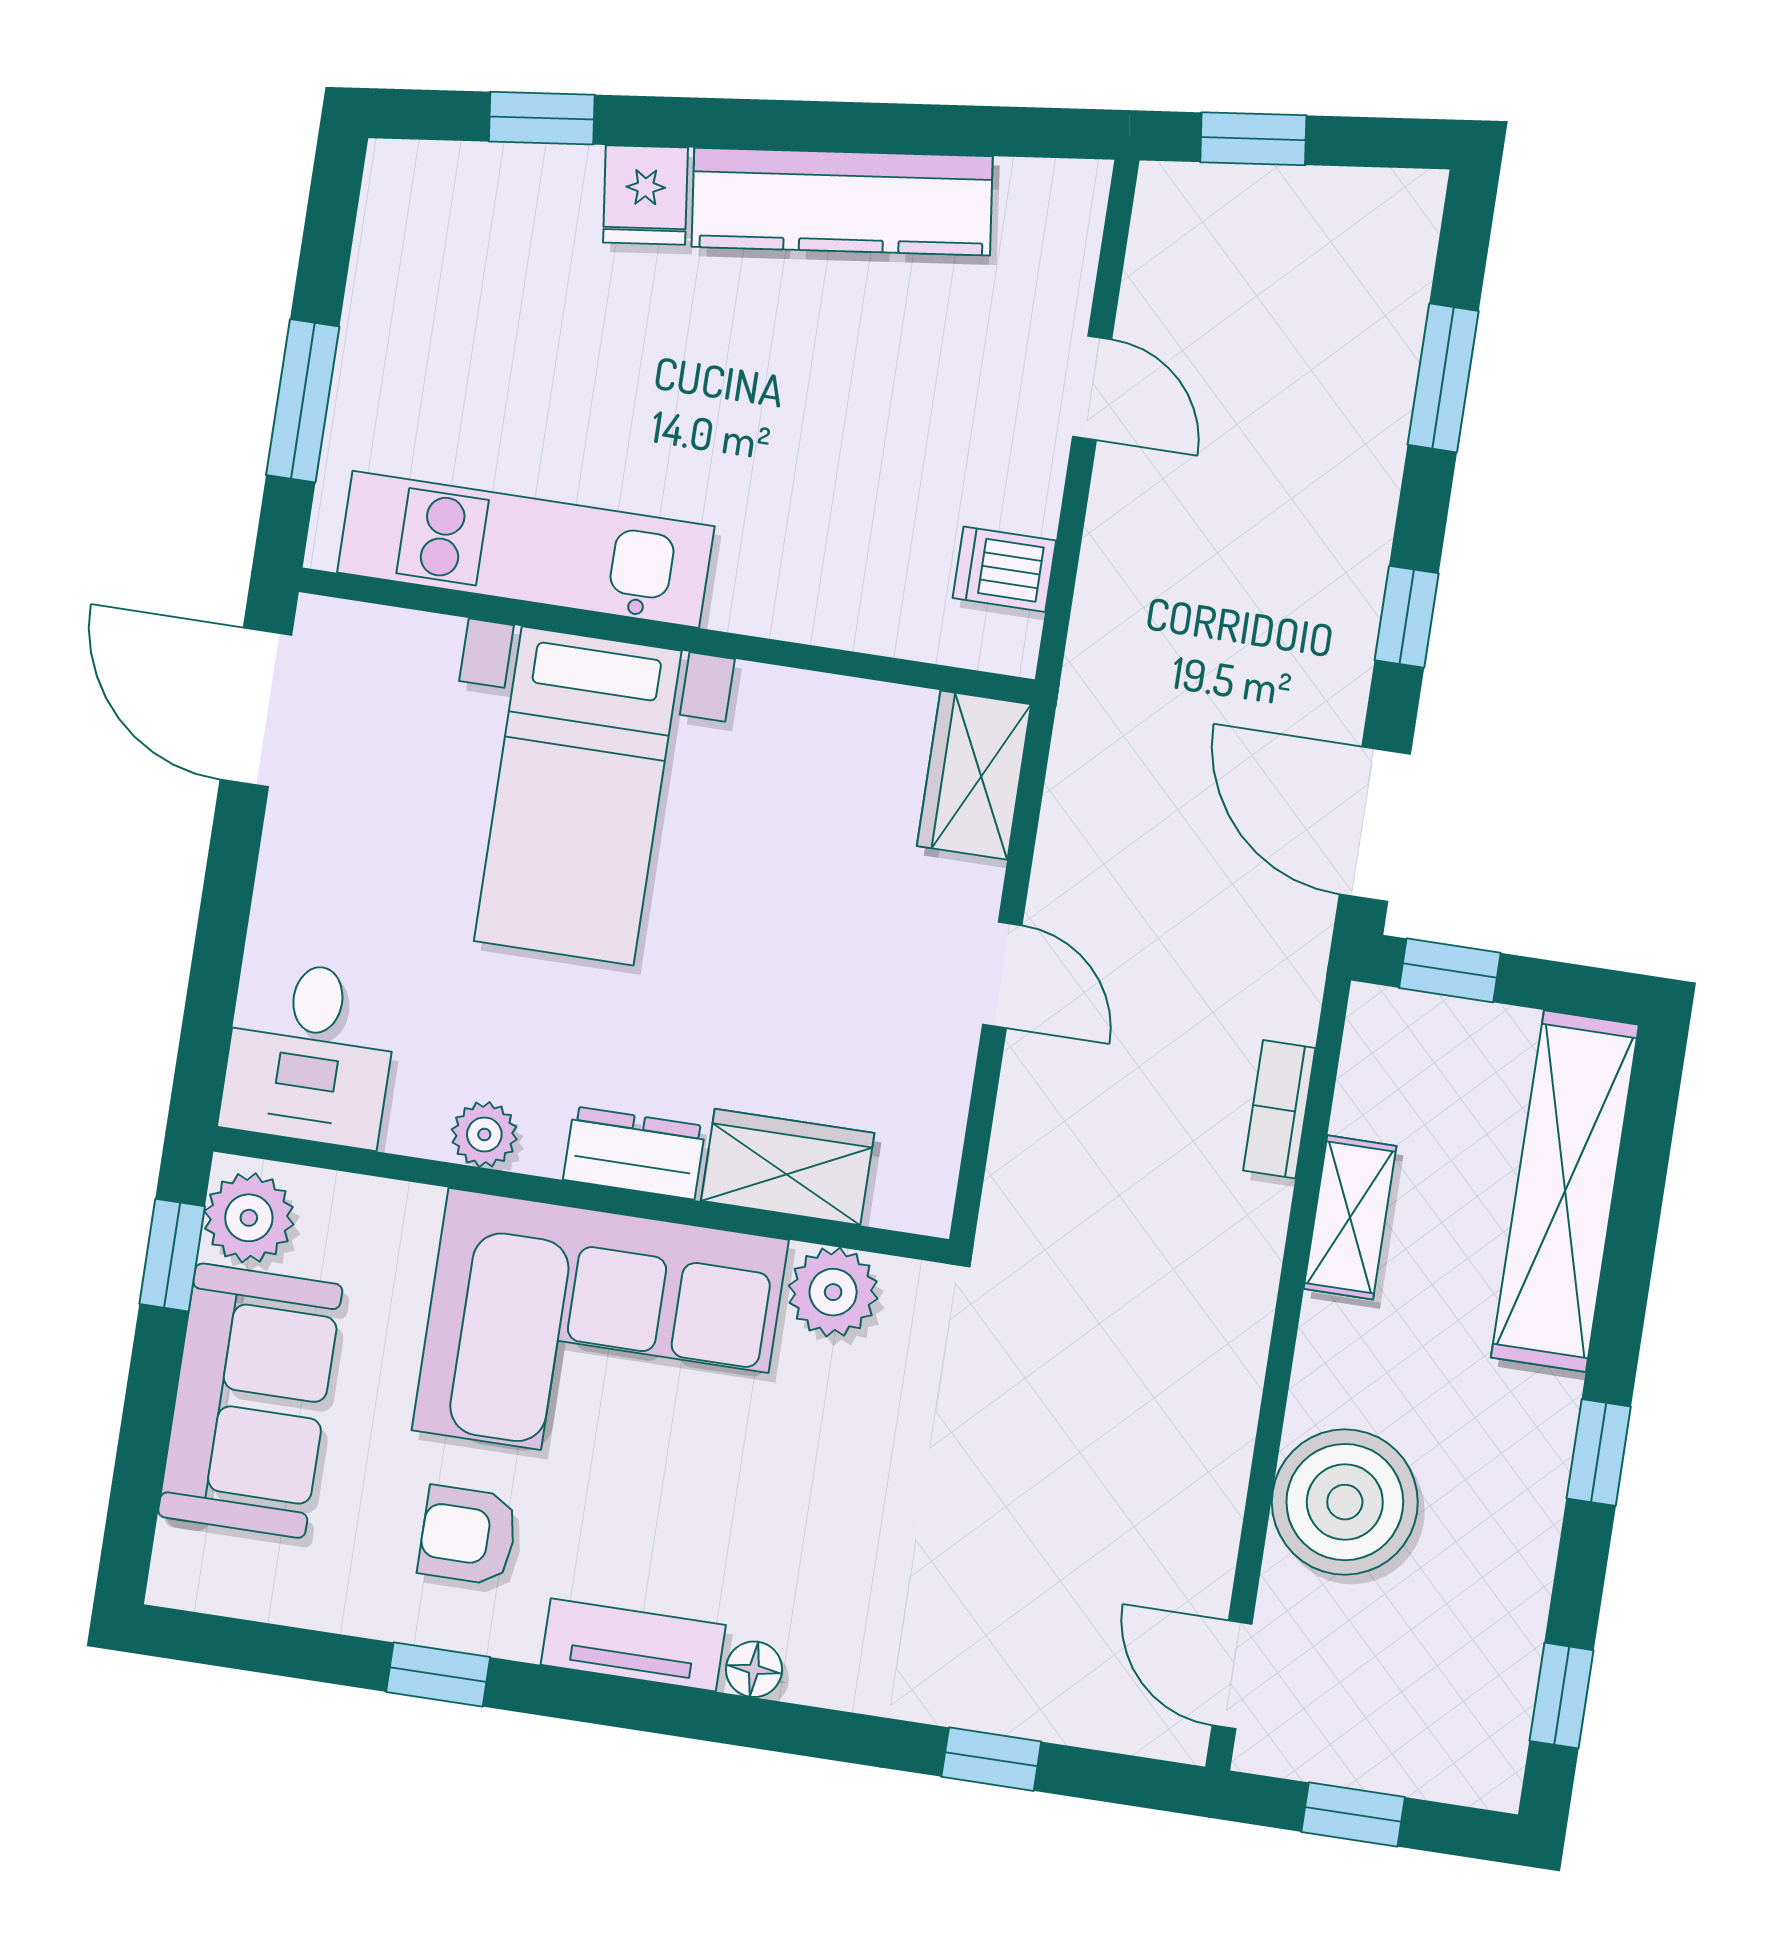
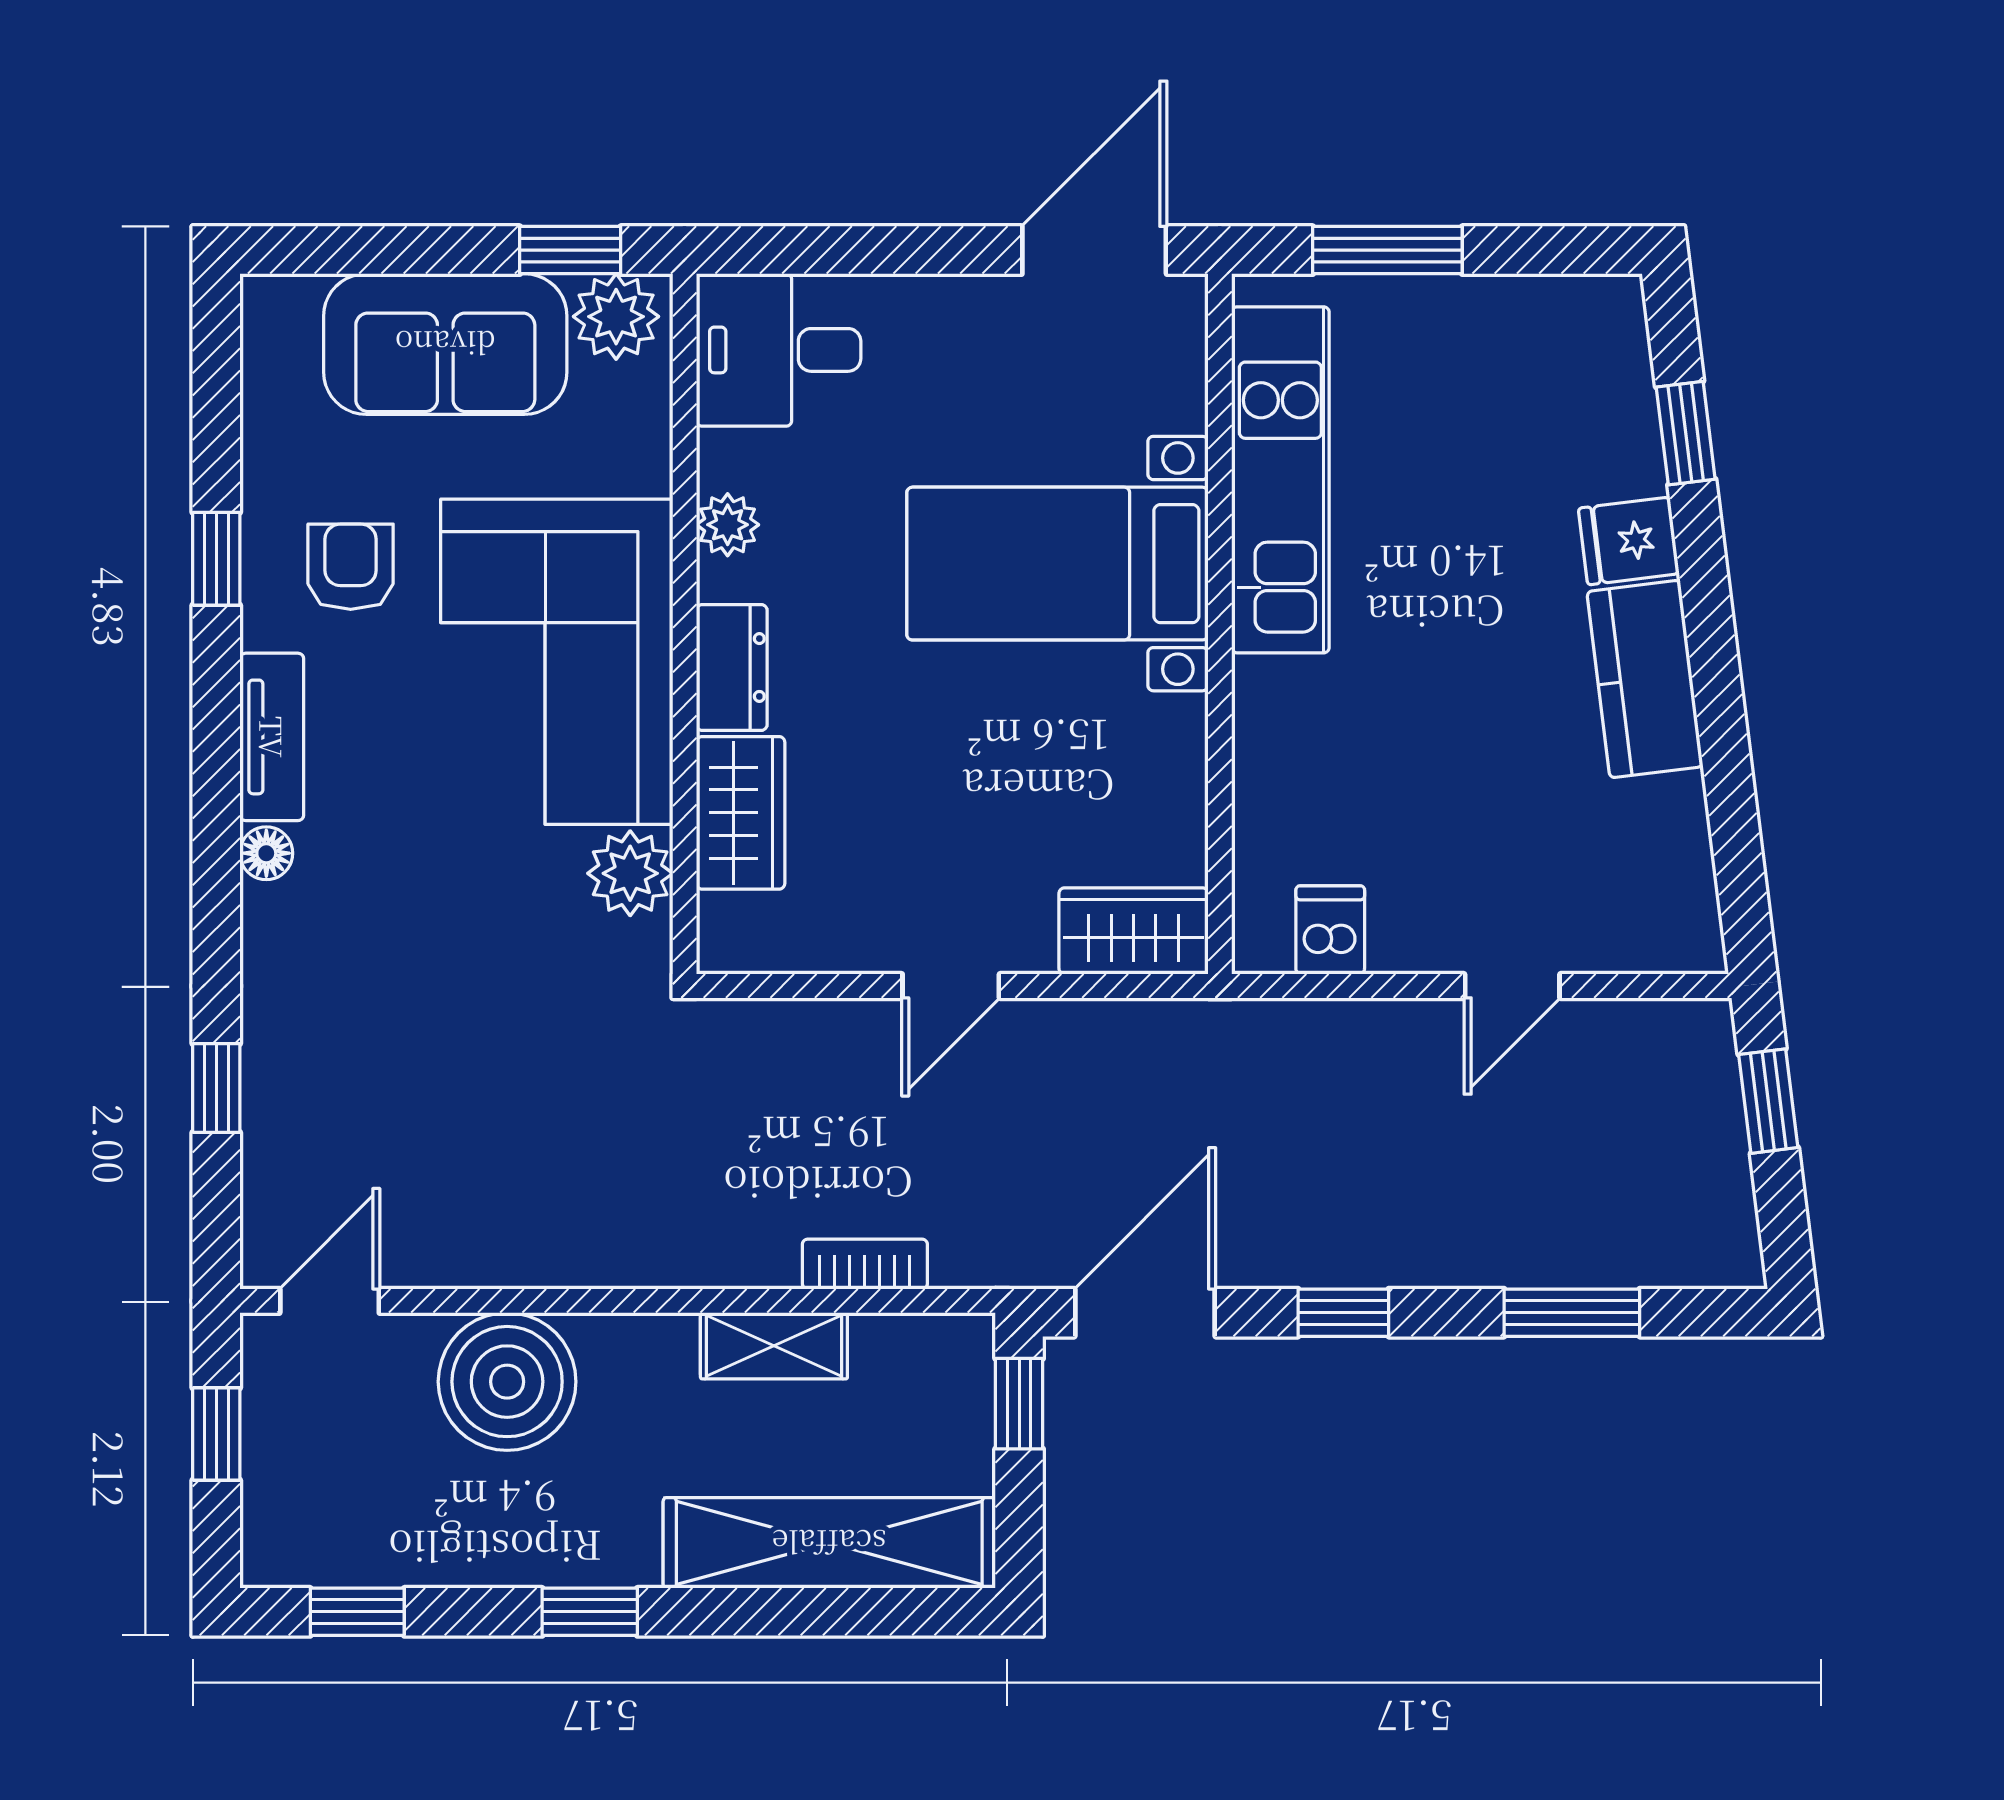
kitchen counter: (842, 202) -> (1645, 679), width x0.67

